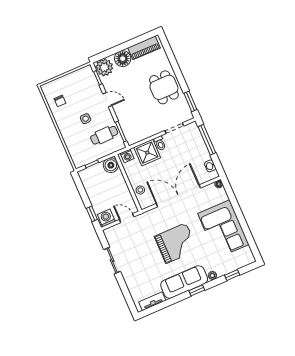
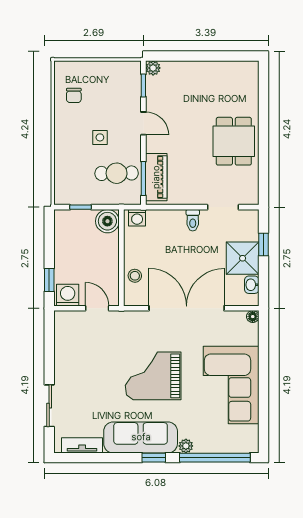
piano: (144, 48) -> (156, 177), moved, turned -90
floor lamp: (123, 59) -> (192, 73), removed
plant: (104, 67) -> (153, 68), width x0.53, depth x0.53
window: (190, 101) -> (263, 178), removed
window: (207, 140) -> (263, 244), width x0.46
shower: (147, 153) -> (243, 258), moved
grand piano: (176, 243) -> (153, 376), turned 180
sliding door: (112, 260) -> (49, 406), moved
window: (232, 275) -> (215, 458), width x3.17

